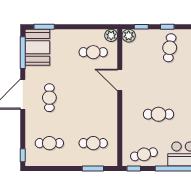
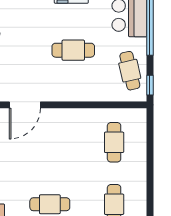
cafe table: (159, 114) -> (73, 50), turned 90
window: (93, 169) -> (150, 143), removed

